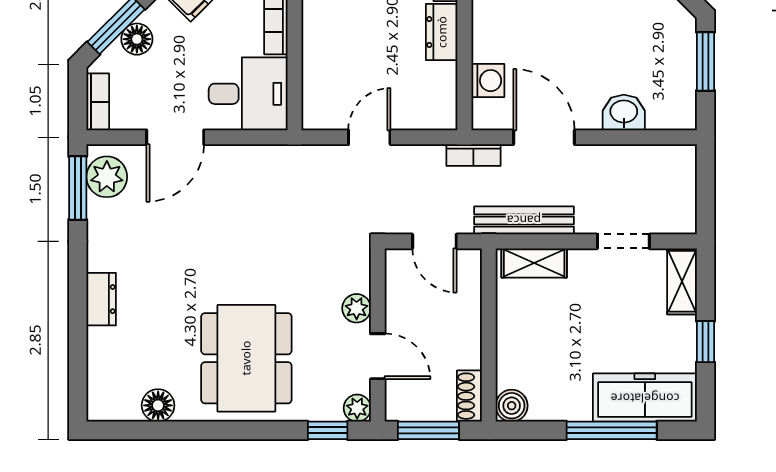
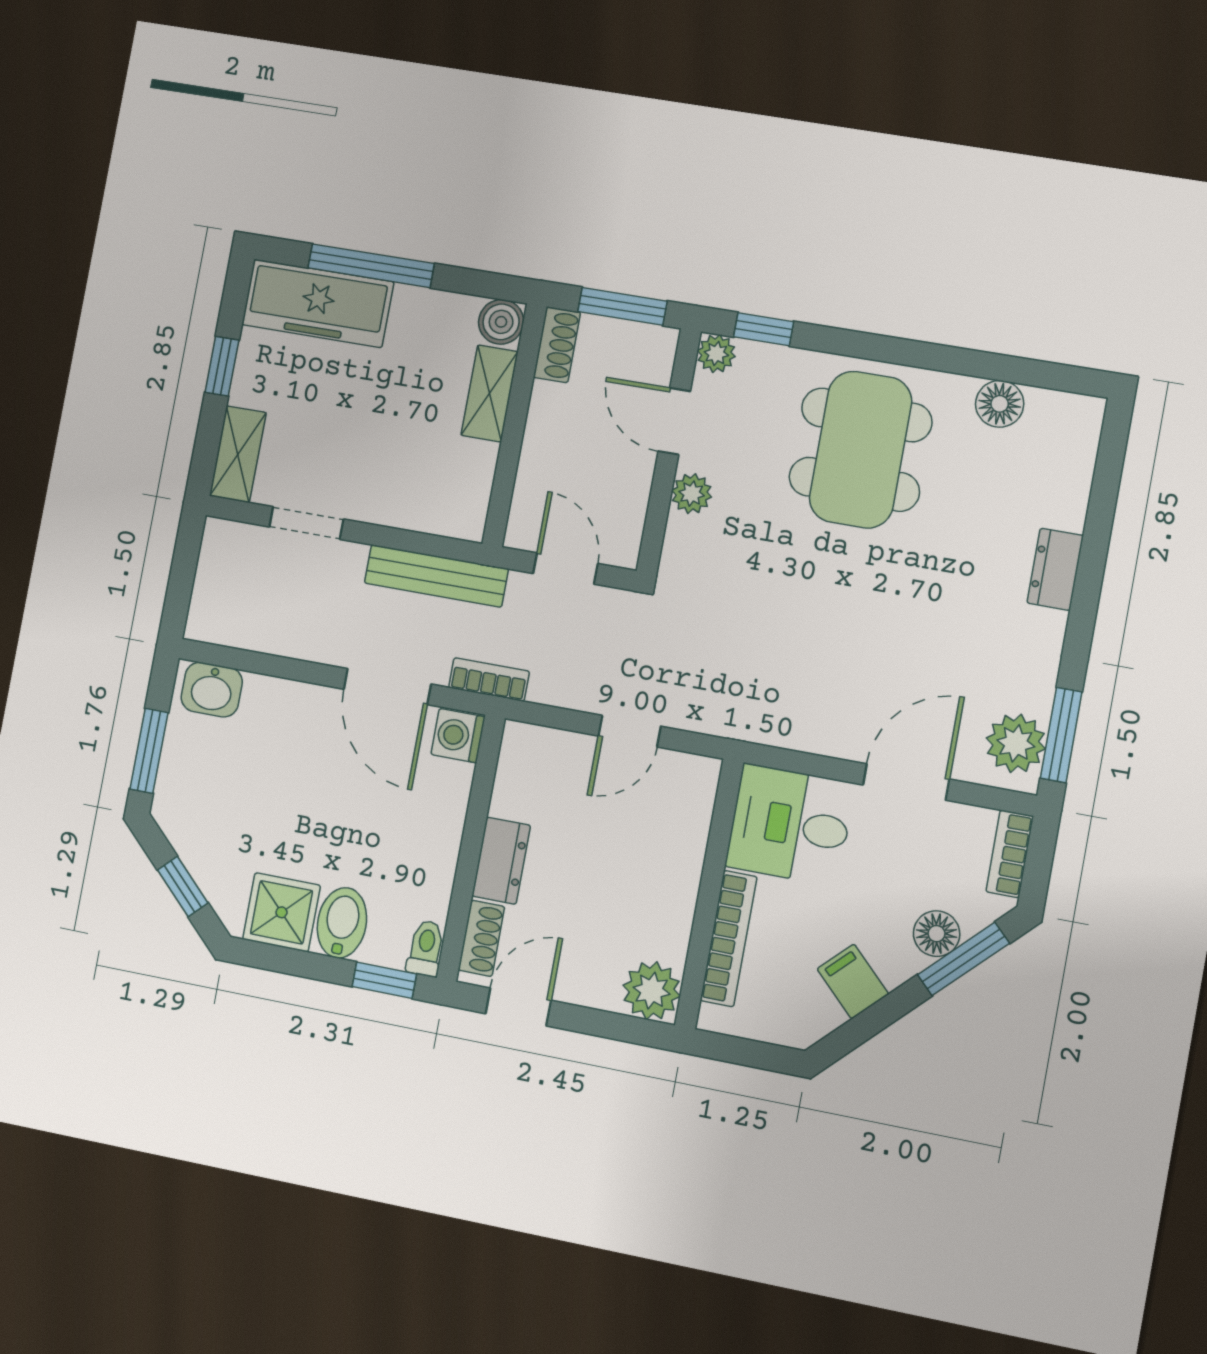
washing machine: (488, 81) -> (458, 736), moved
washbasin: (624, 113) -> (212, 690), moved
shelving: (534, 263) -> (490, 393), moved, turned 90

